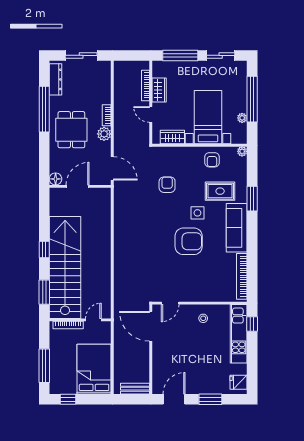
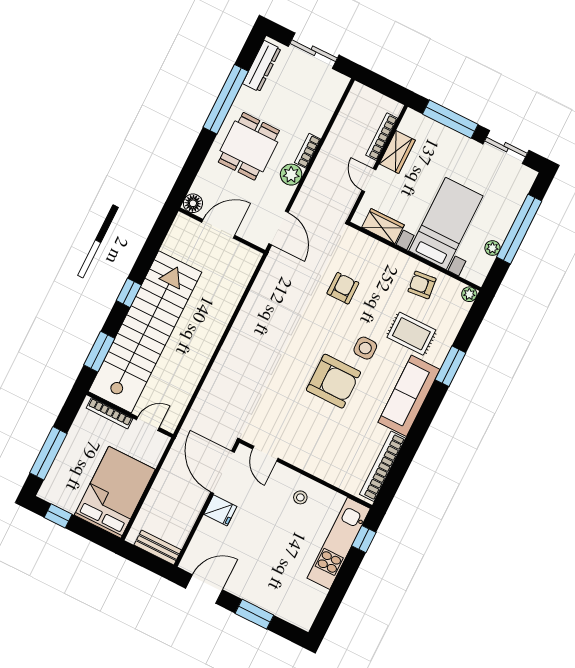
armchair: (212, 160) -> (422, 285), turned 84
door: (170, 303) -> (265, 454), hinge flipped
fridge: (239, 382) -> (220, 510), moved, turned 180

